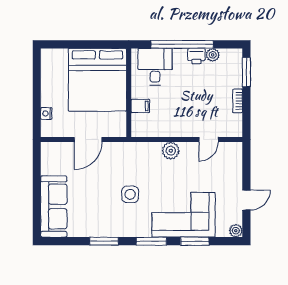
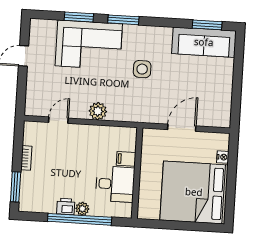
plant: (213, 55) -> (82, 209), moved
desk: (155, 67) -> (115, 184), moved, turned -90
bed: (97, 80) -> (194, 192), moved, turned -90
sofa: (54, 206) -> (204, 42), moved, turned -90
plant: (236, 231) -> (36, 25), removed
window: (104, 241) -> (207, 25), moved

